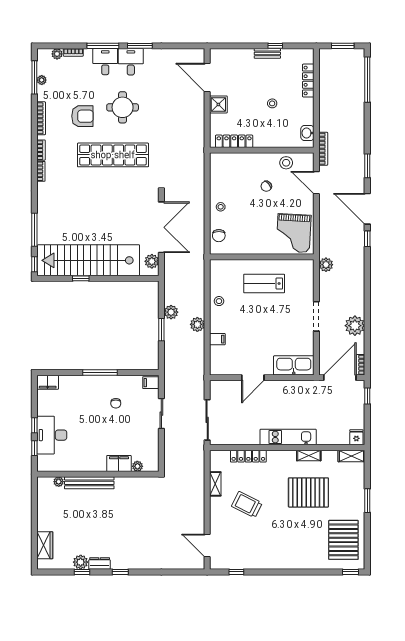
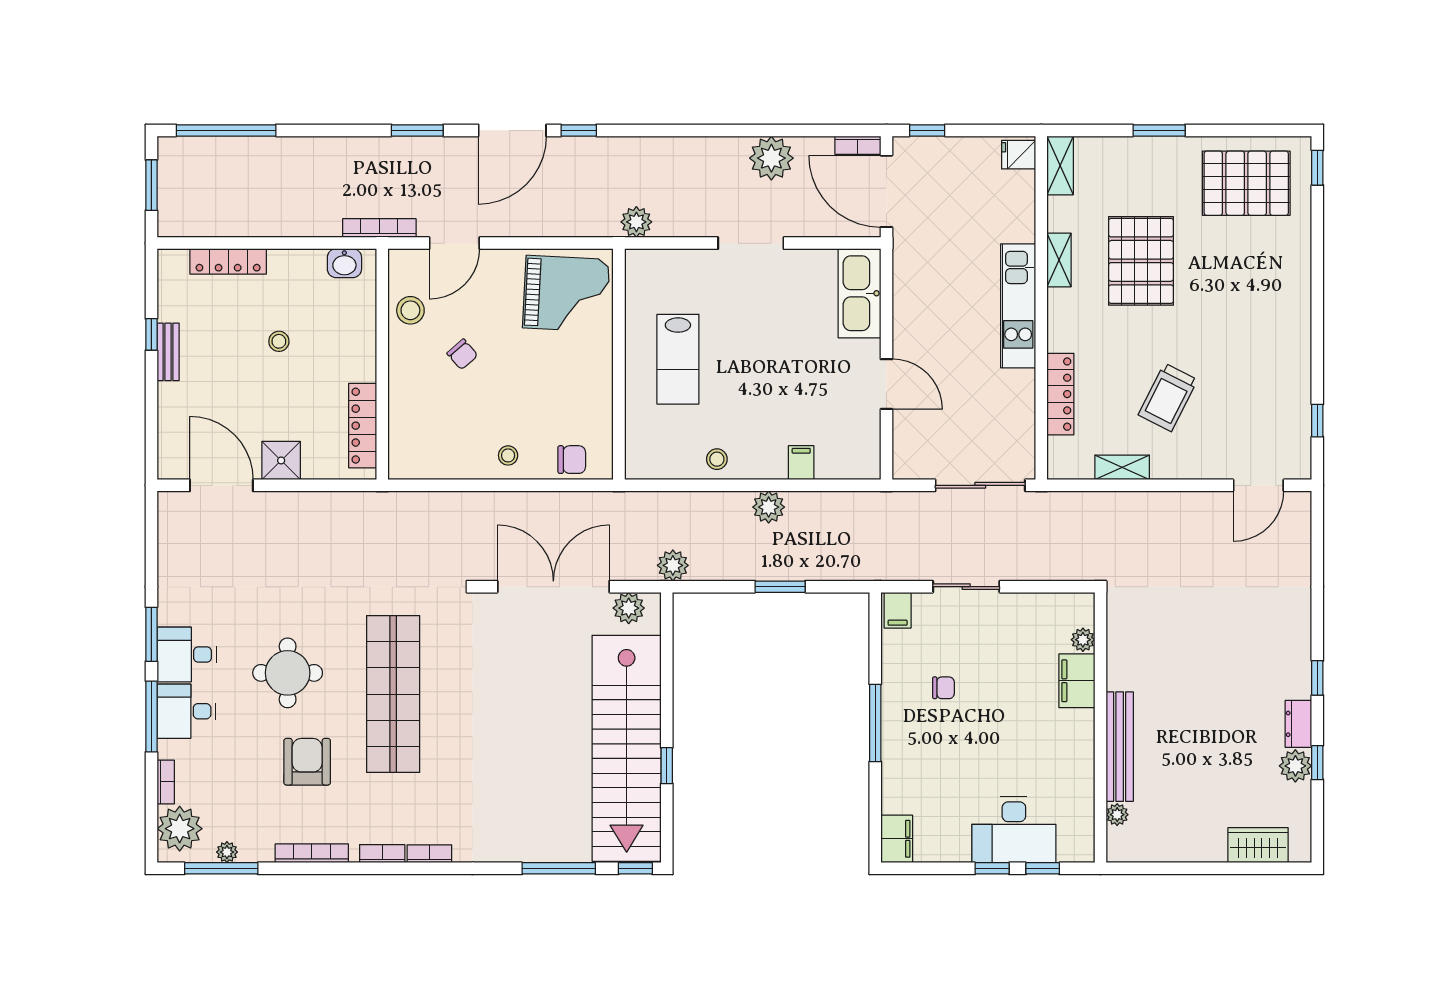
plant: (57, 54) -> (180, 829), width x1.87, depth x1.87
door: (207, 77) -> (221, 485), swing flipped
plant: (171, 312) -> (673, 565), moved

